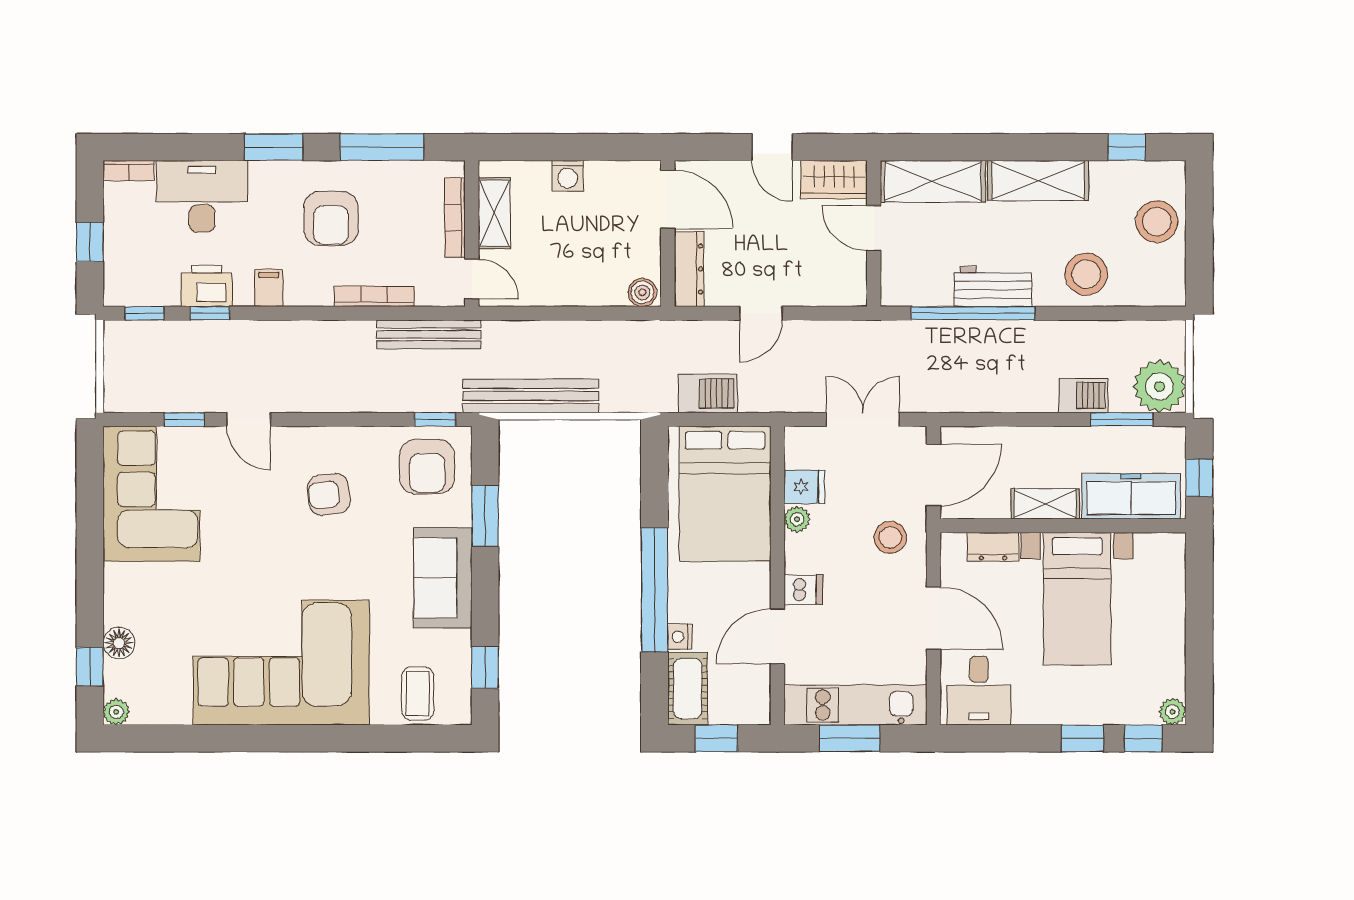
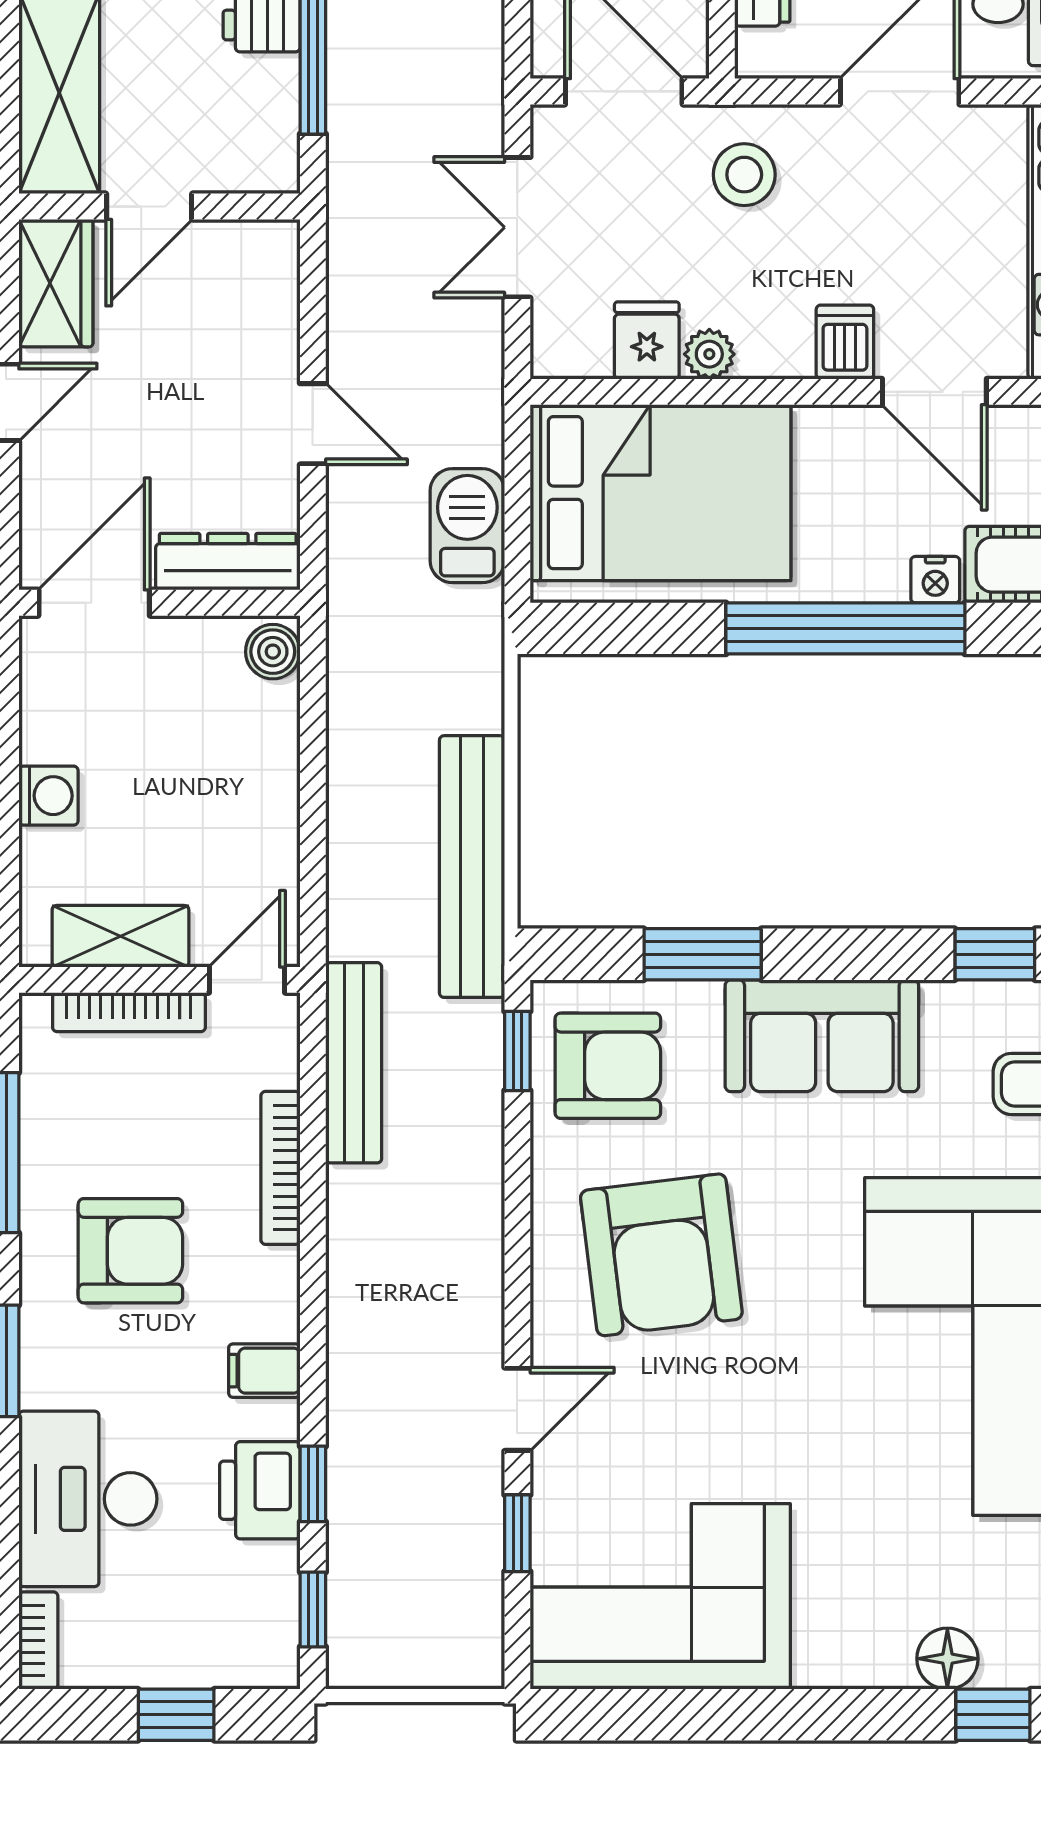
armchair: (329, 494) -> (661, 1255), width x1.88, depth x1.88

